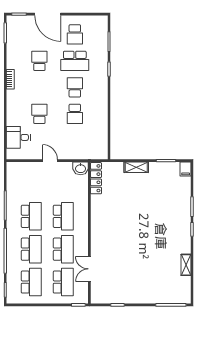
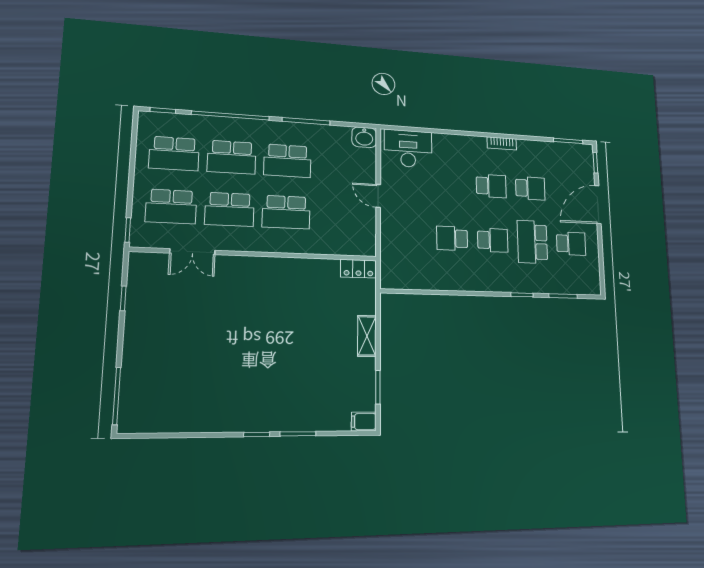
school desk: (75, 34) -> (571, 244), turned 180
school desk: (39, 114) -> (491, 186), moved
desk: (18, 137) -> (408, 149), width x1.37
door: (50, 161) -> (378, 196), swing flipped
washbasin: (81, 168) -> (364, 137), moved, turned -90
locker: (96, 178) -> (358, 269), width x0.66
shelving: (186, 265) -> (192, 424), removed
double door: (89, 269) -> (192, 252), swing flipped

